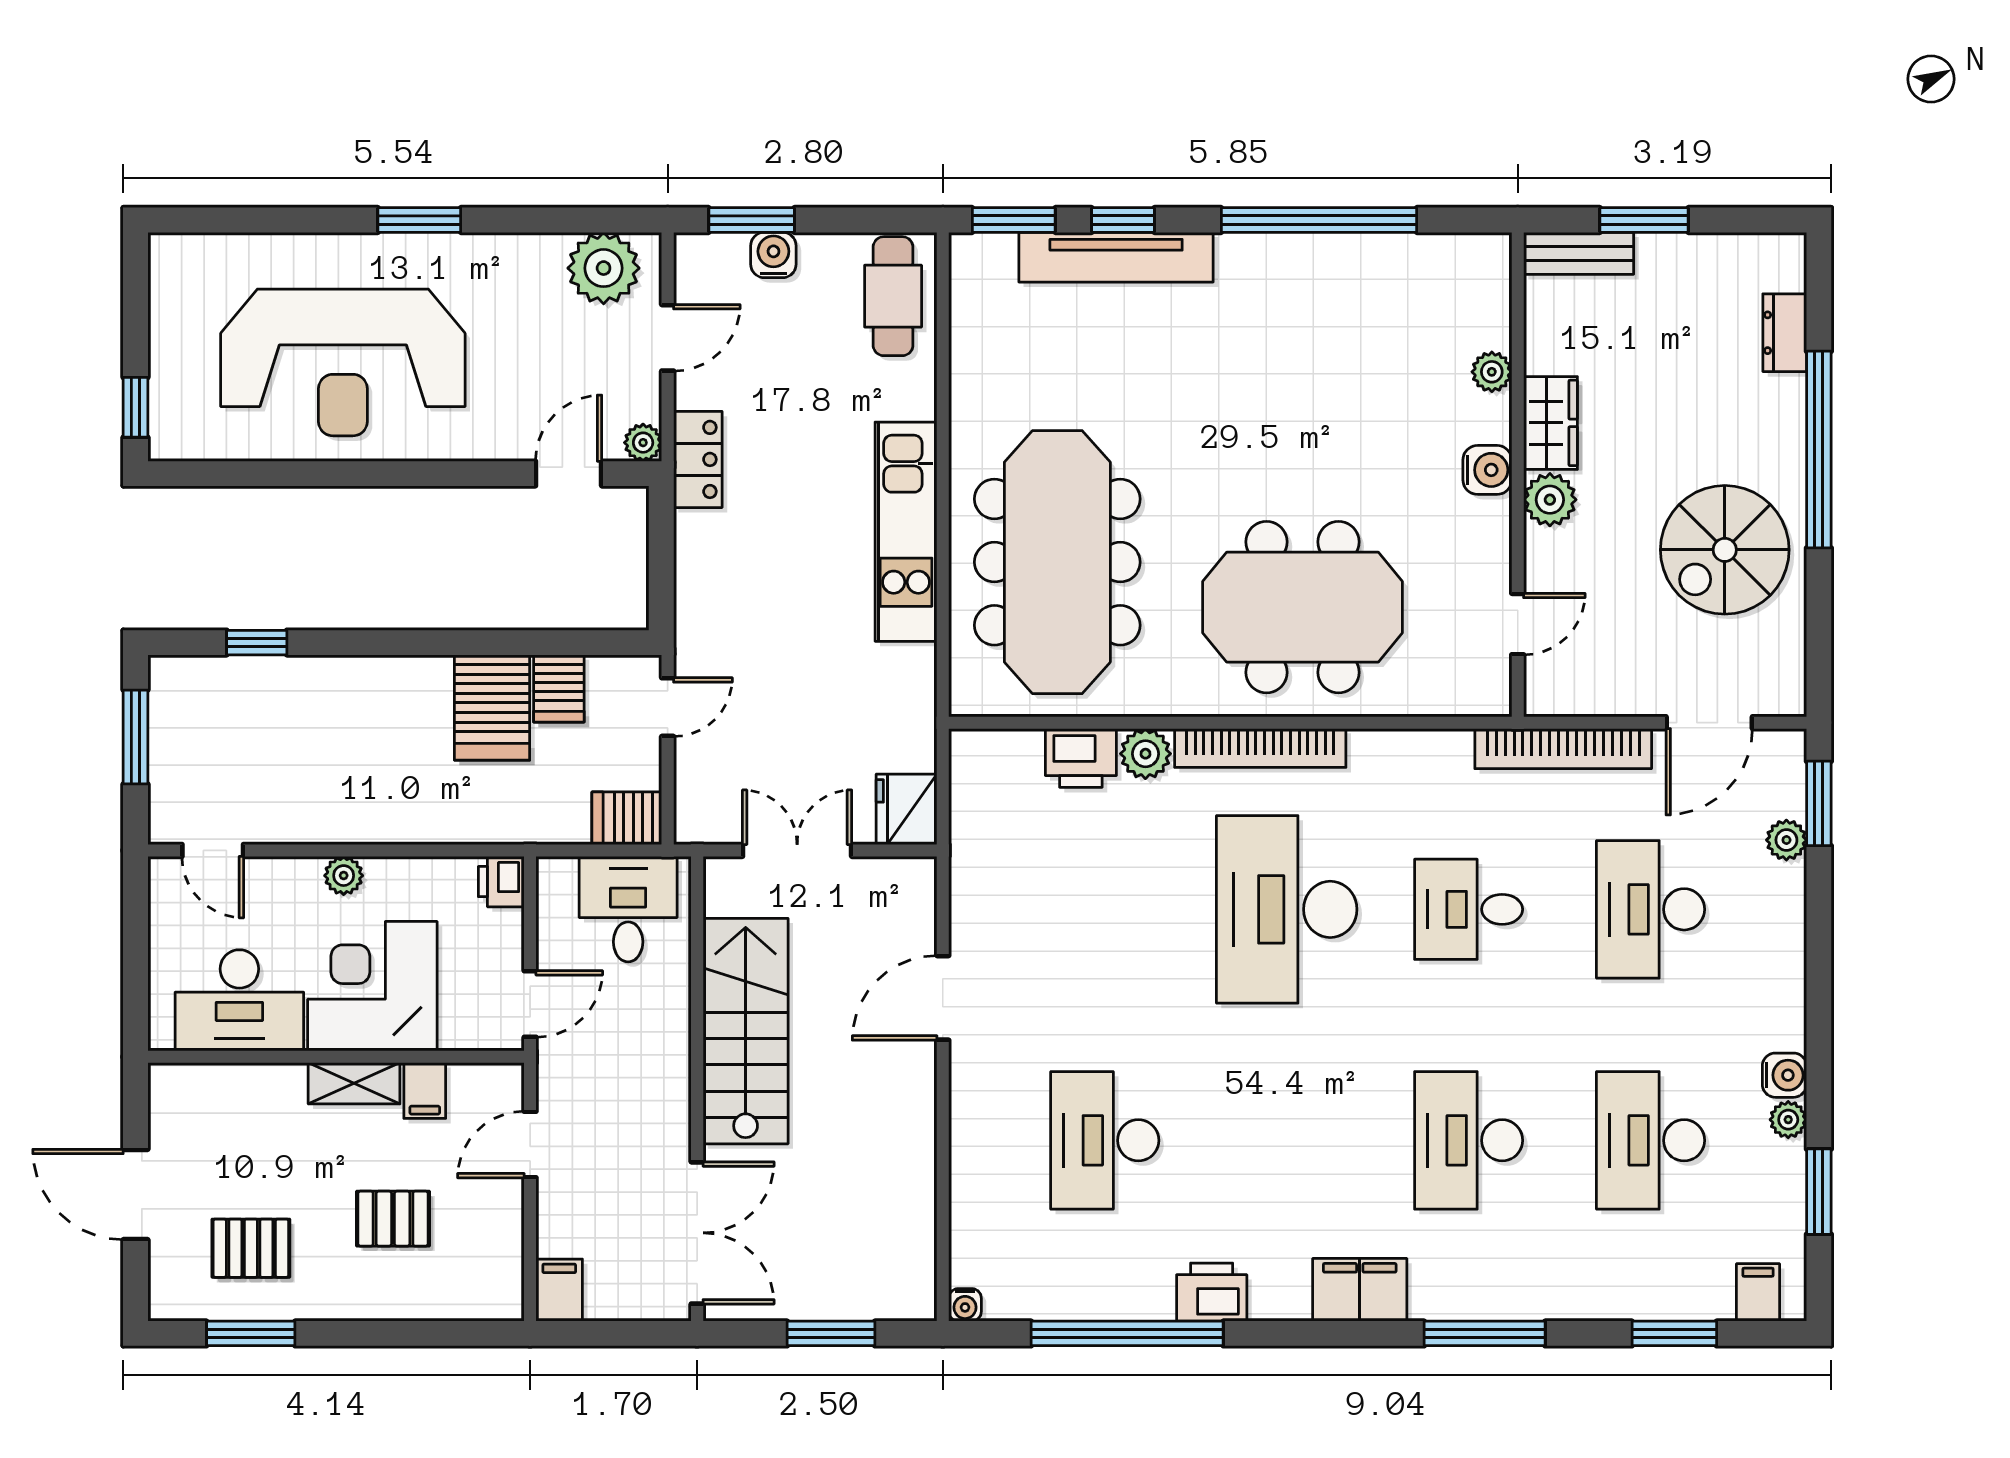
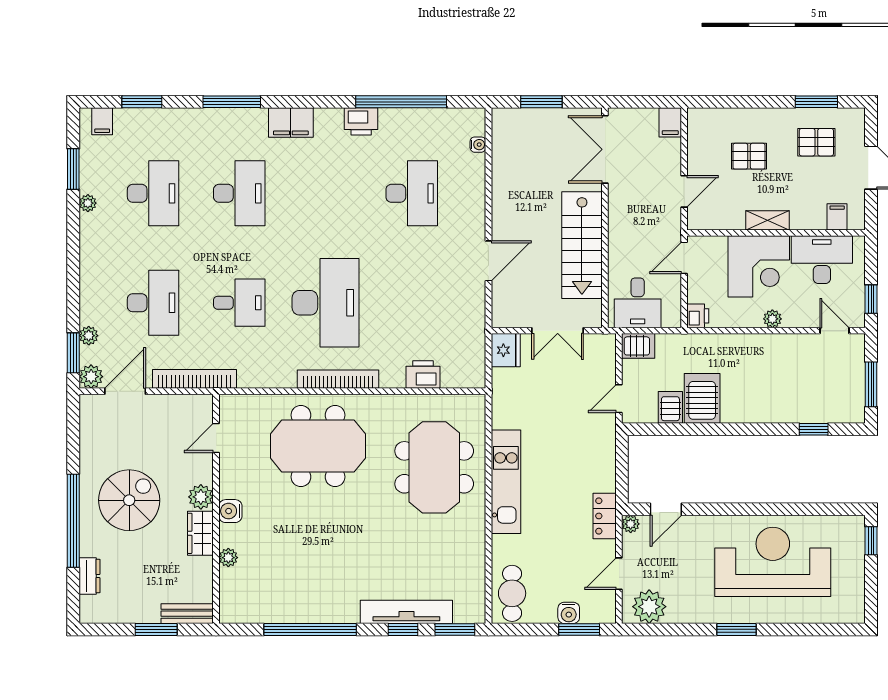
spiral stairs: (1725, 550) -> (129, 500), moved
meeting table: (1057, 562) -> (434, 467), width x0.73
plant: (1145, 754) -> (91, 377), moved
window: (135, 917) -> (871, 299), added
water cooler: (1784, 1075) -> (90, 224), removed
filing cabinet: (425, 1091) -> (837, 217), moved
water cooler: (965, 1305) -> (478, 145), moved, turned 90

